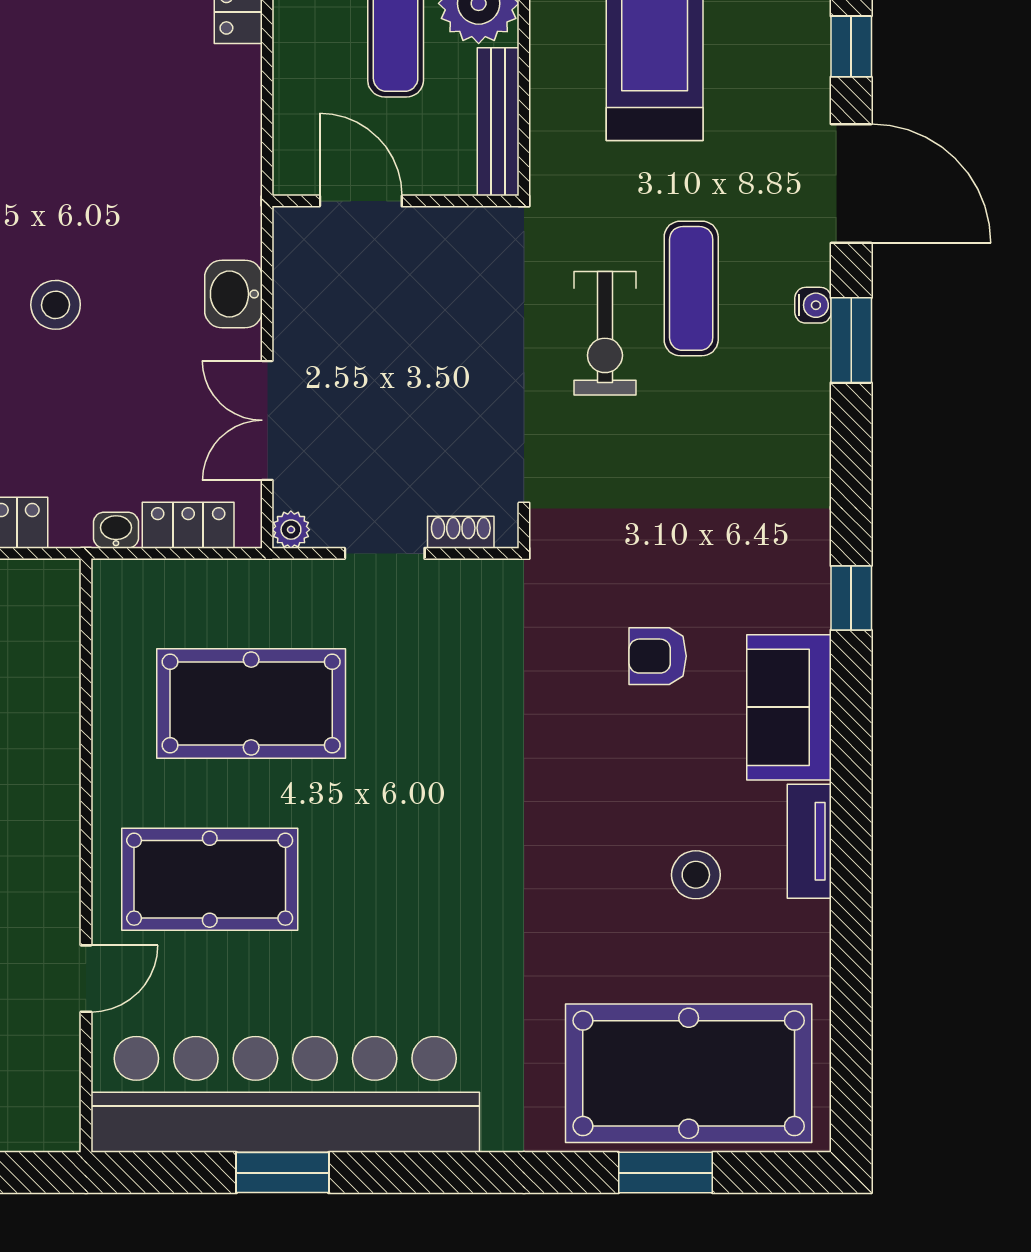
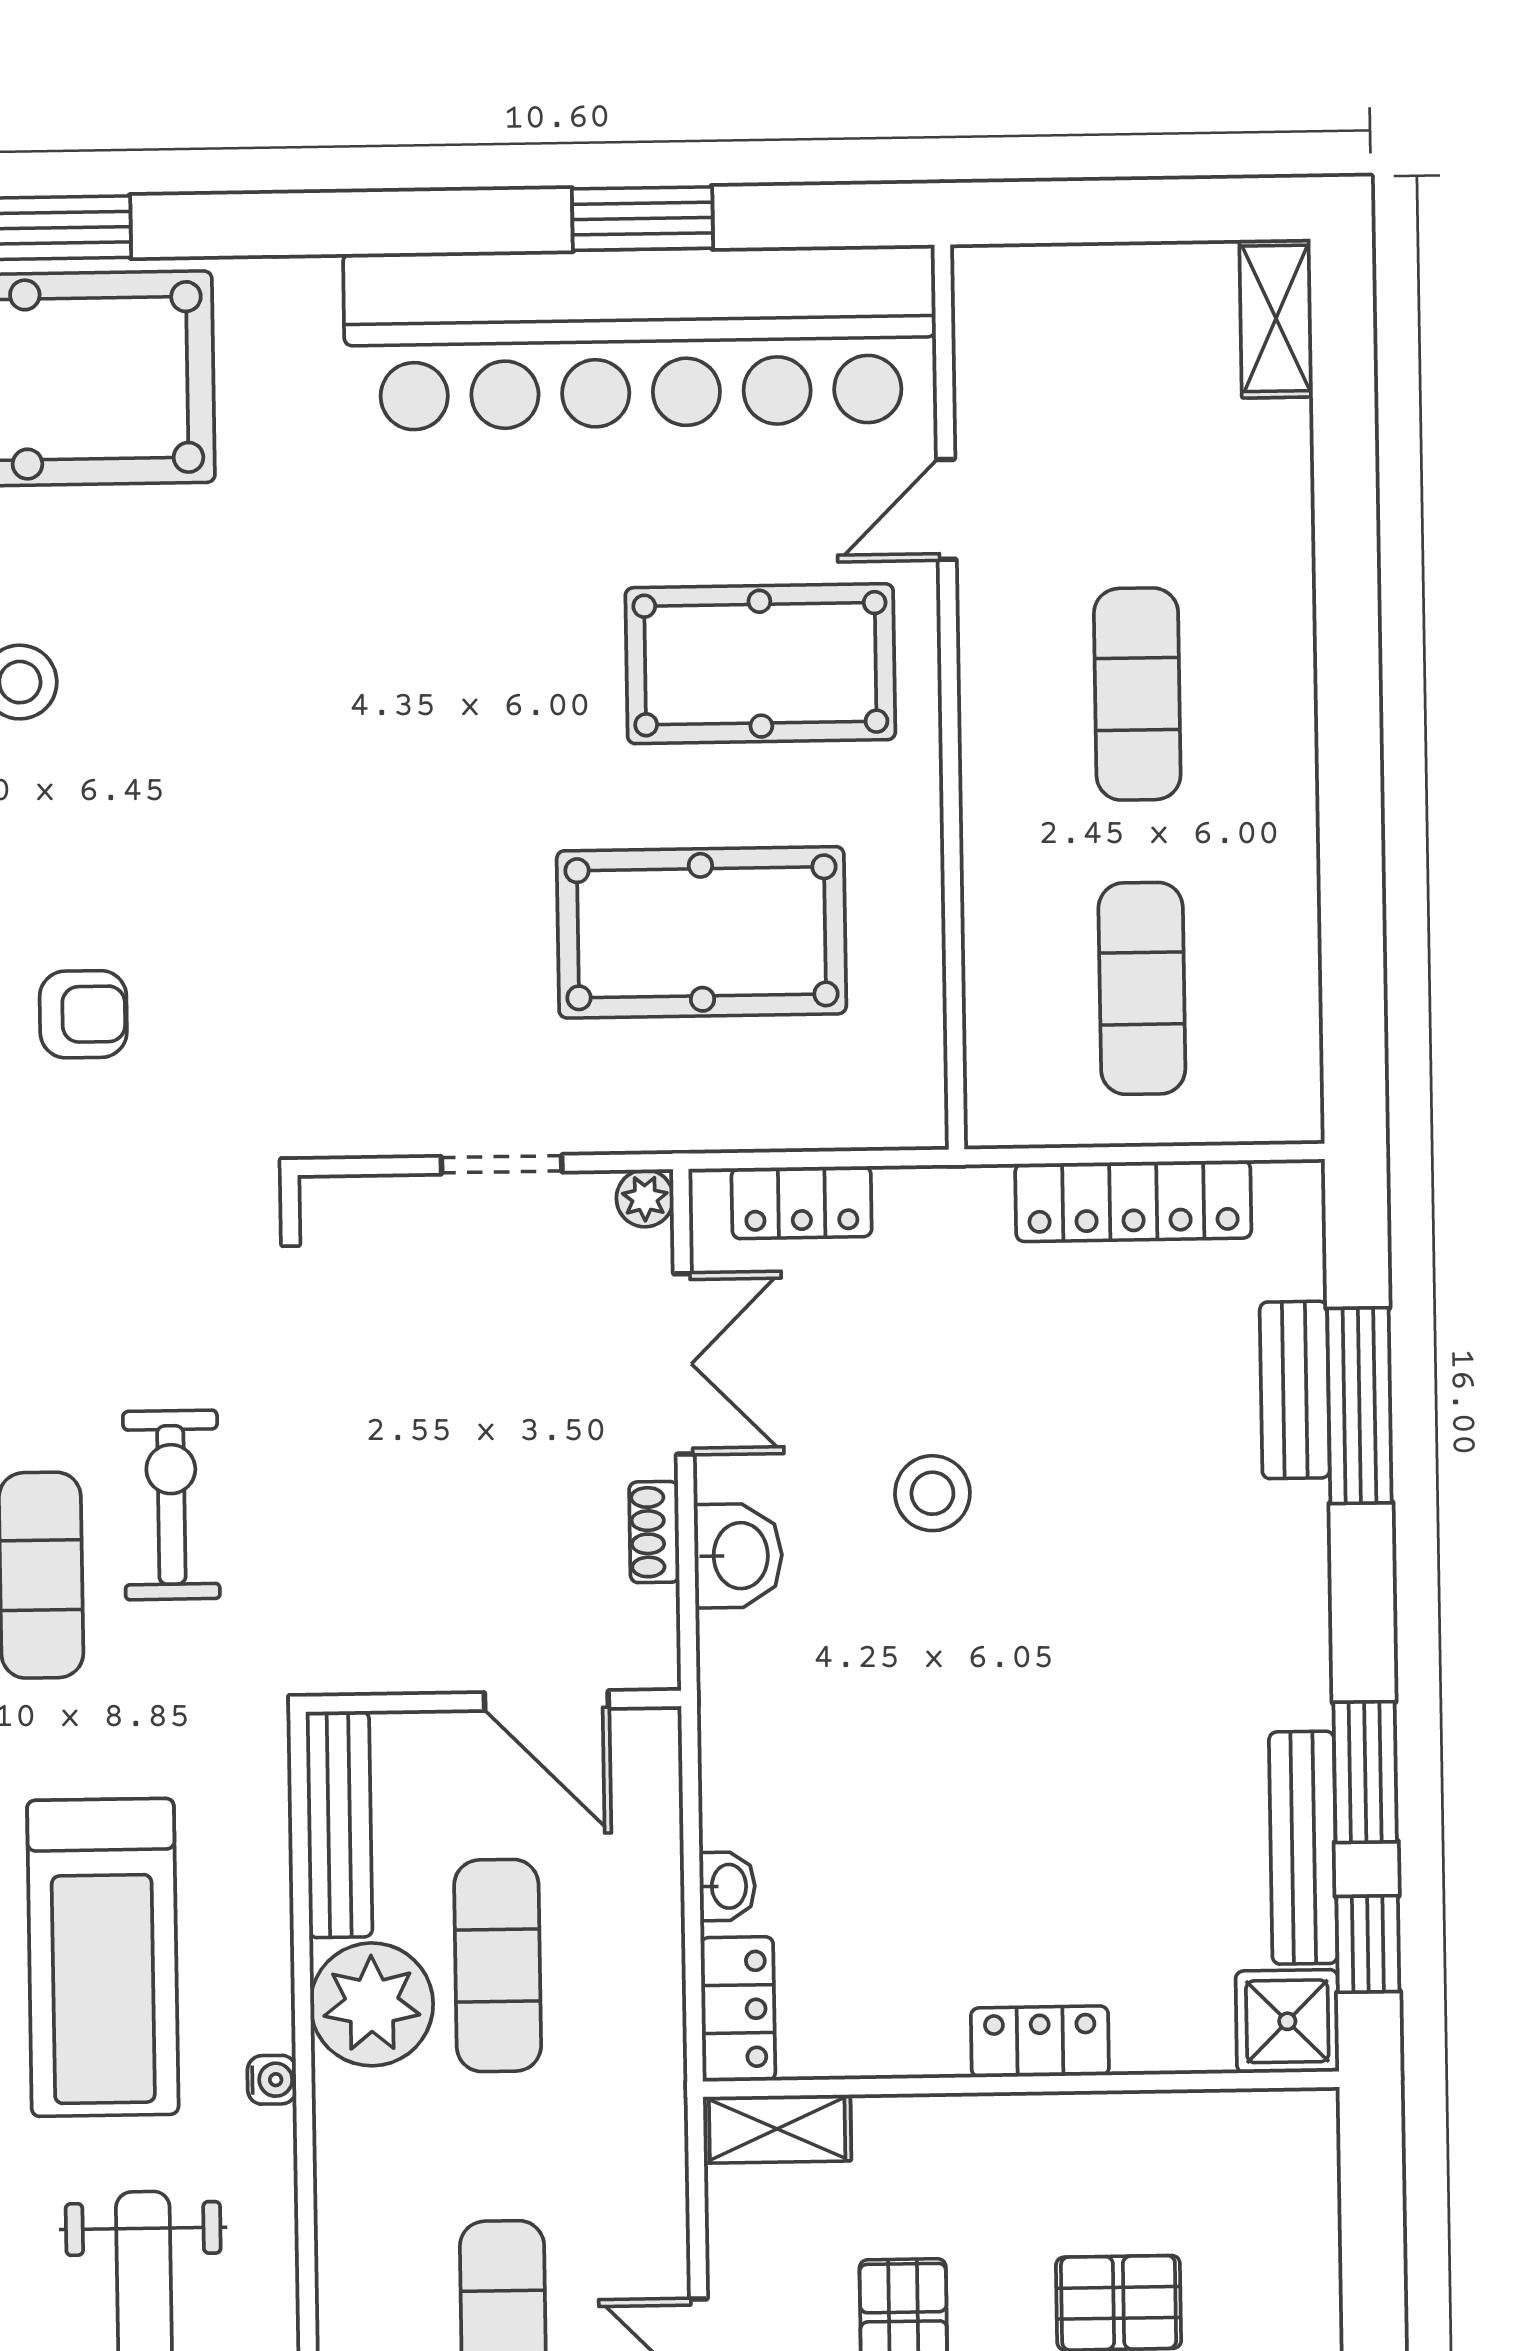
stool: (56, 305) -> (932, 1493), moved
washbasin: (116, 530) -> (727, 1886), moved, turned -90
shoe rack: (461, 532) -> (654, 1532), moved, turned 90

